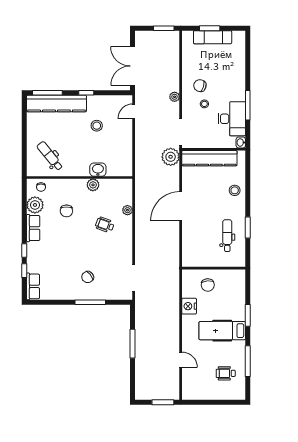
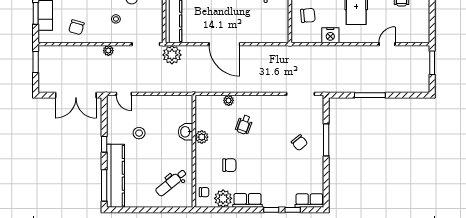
chair: (200, 86) -> (76, 27), moved

